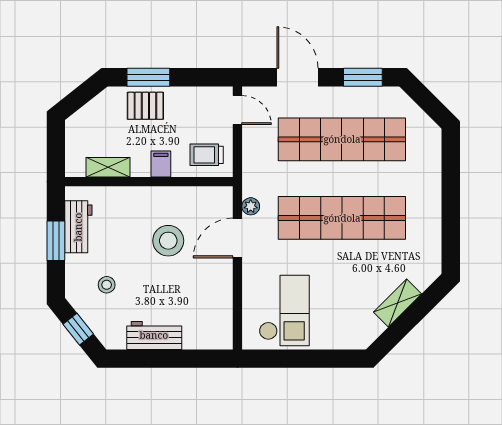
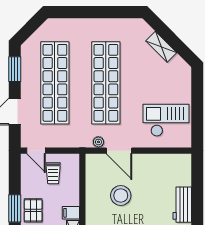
door: (237, 110) -> (36, 151), swing flipped
trolley: (207, 155) -> (53, 173), moved
filing cabinet: (161, 164) -> (71, 213), moved

